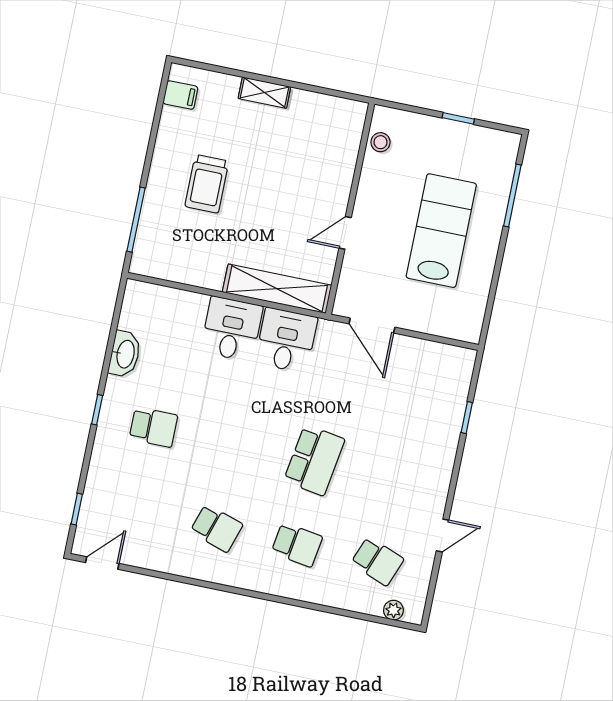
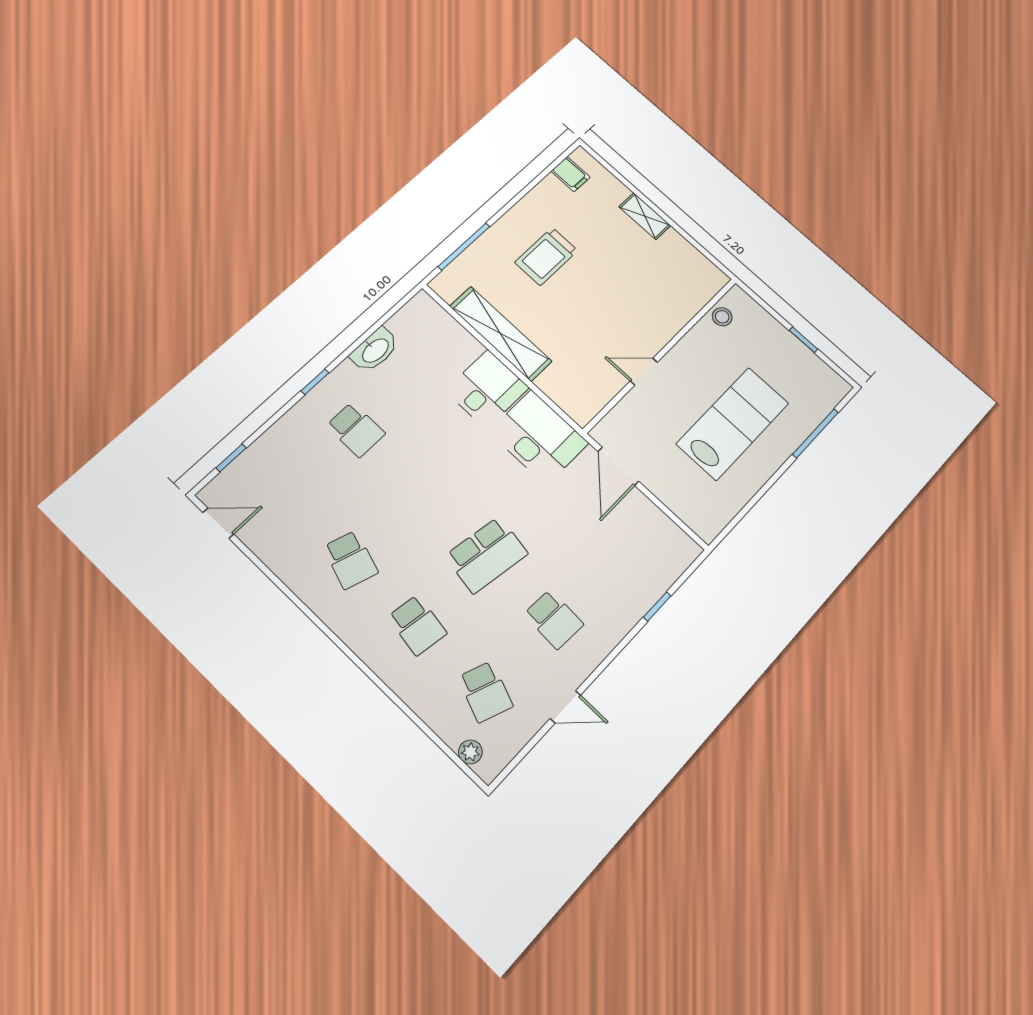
shelving: (277, 289) -> (501, 334), moved
desk: (286, 340) -> (539, 437), width x1.37
school desk: (395, 477) -> (554, 619), added

